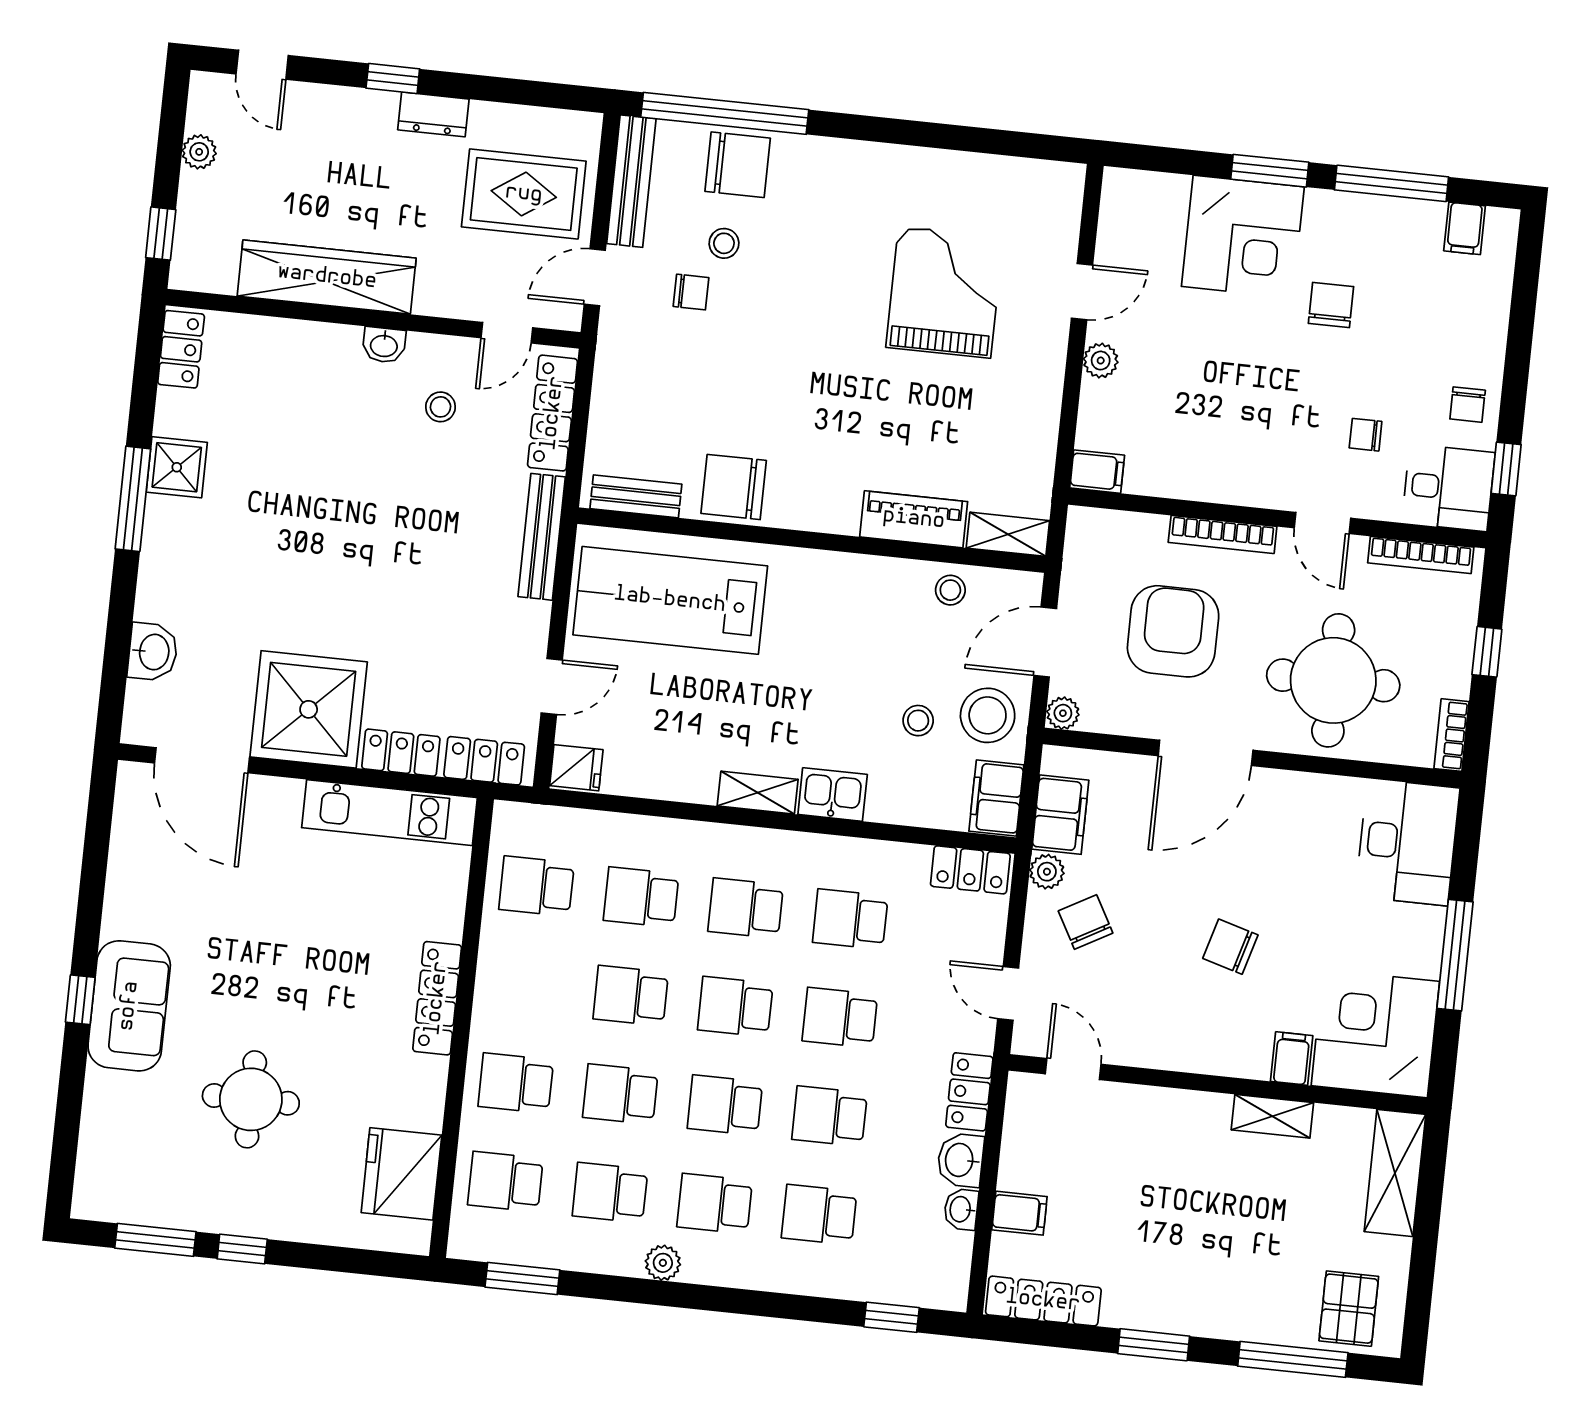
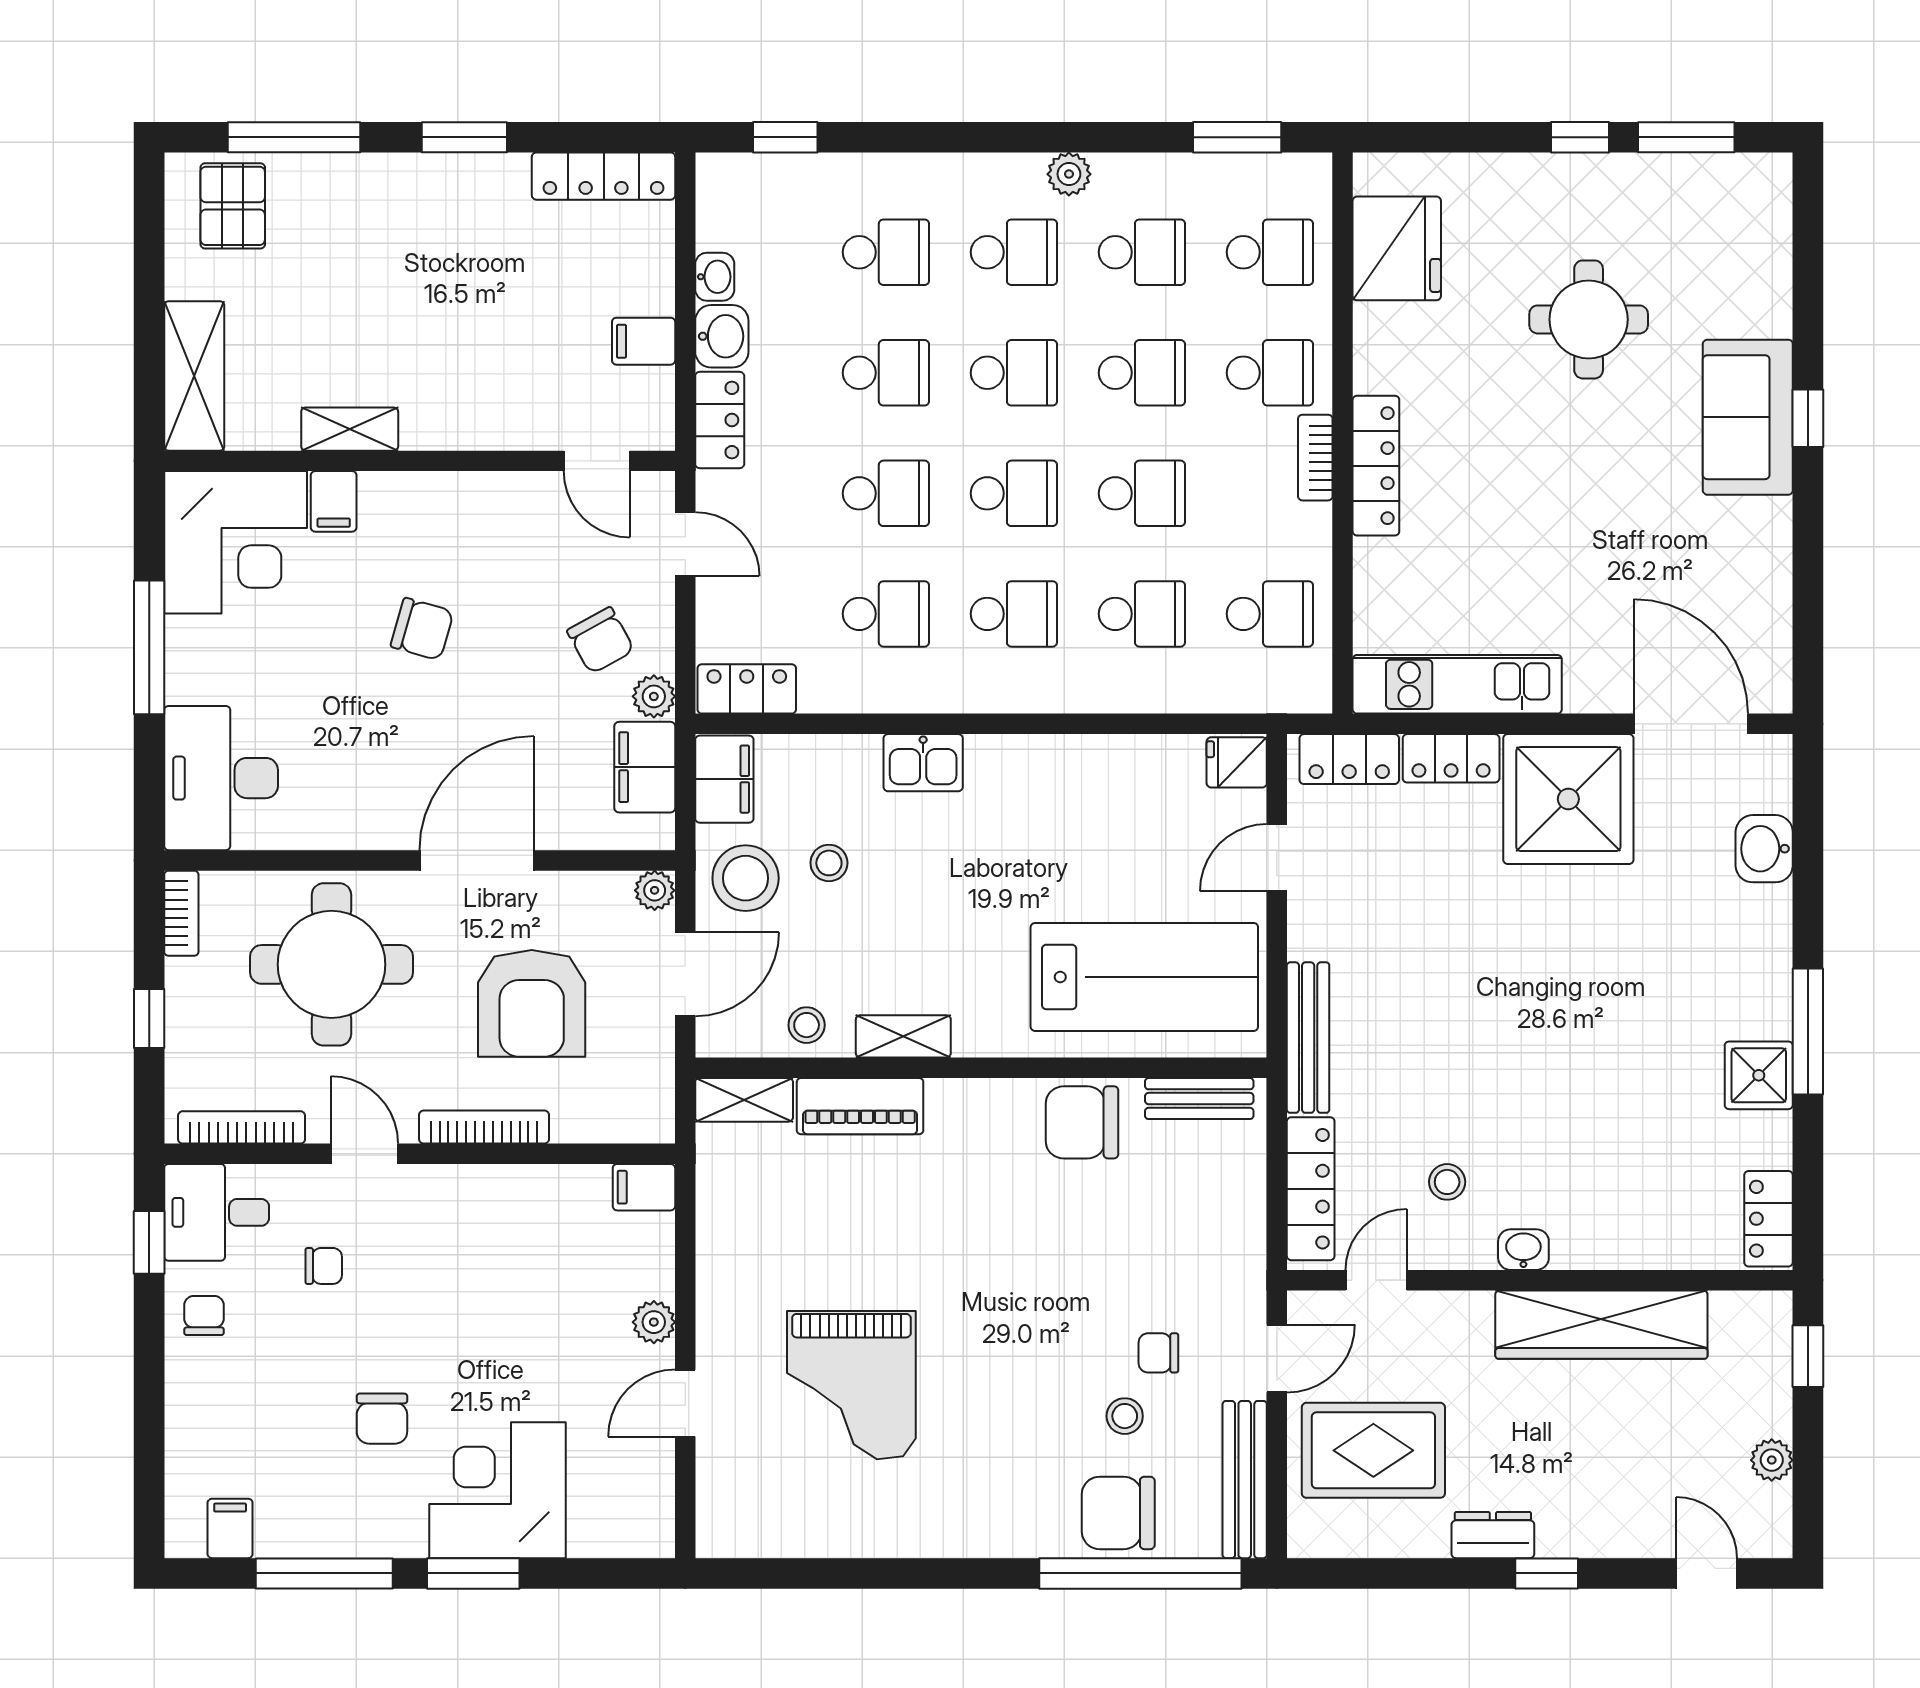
chair: (734, 487) -> (1082, 1122), turned 180
shelving: (758, 793) -> (903, 1036), moved
bookcase: (486, 1010) -> (1315, 458), added
filing cabinet: (1019, 1213) -> (644, 341), moved

